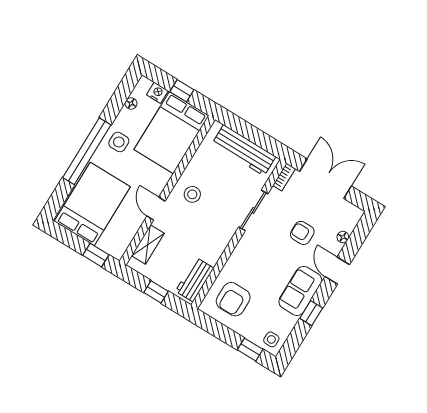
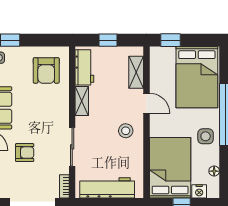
shelving: (217, 249) -> (82, 101), added
armchair: (233, 299) -> (46, 70), turned 180

